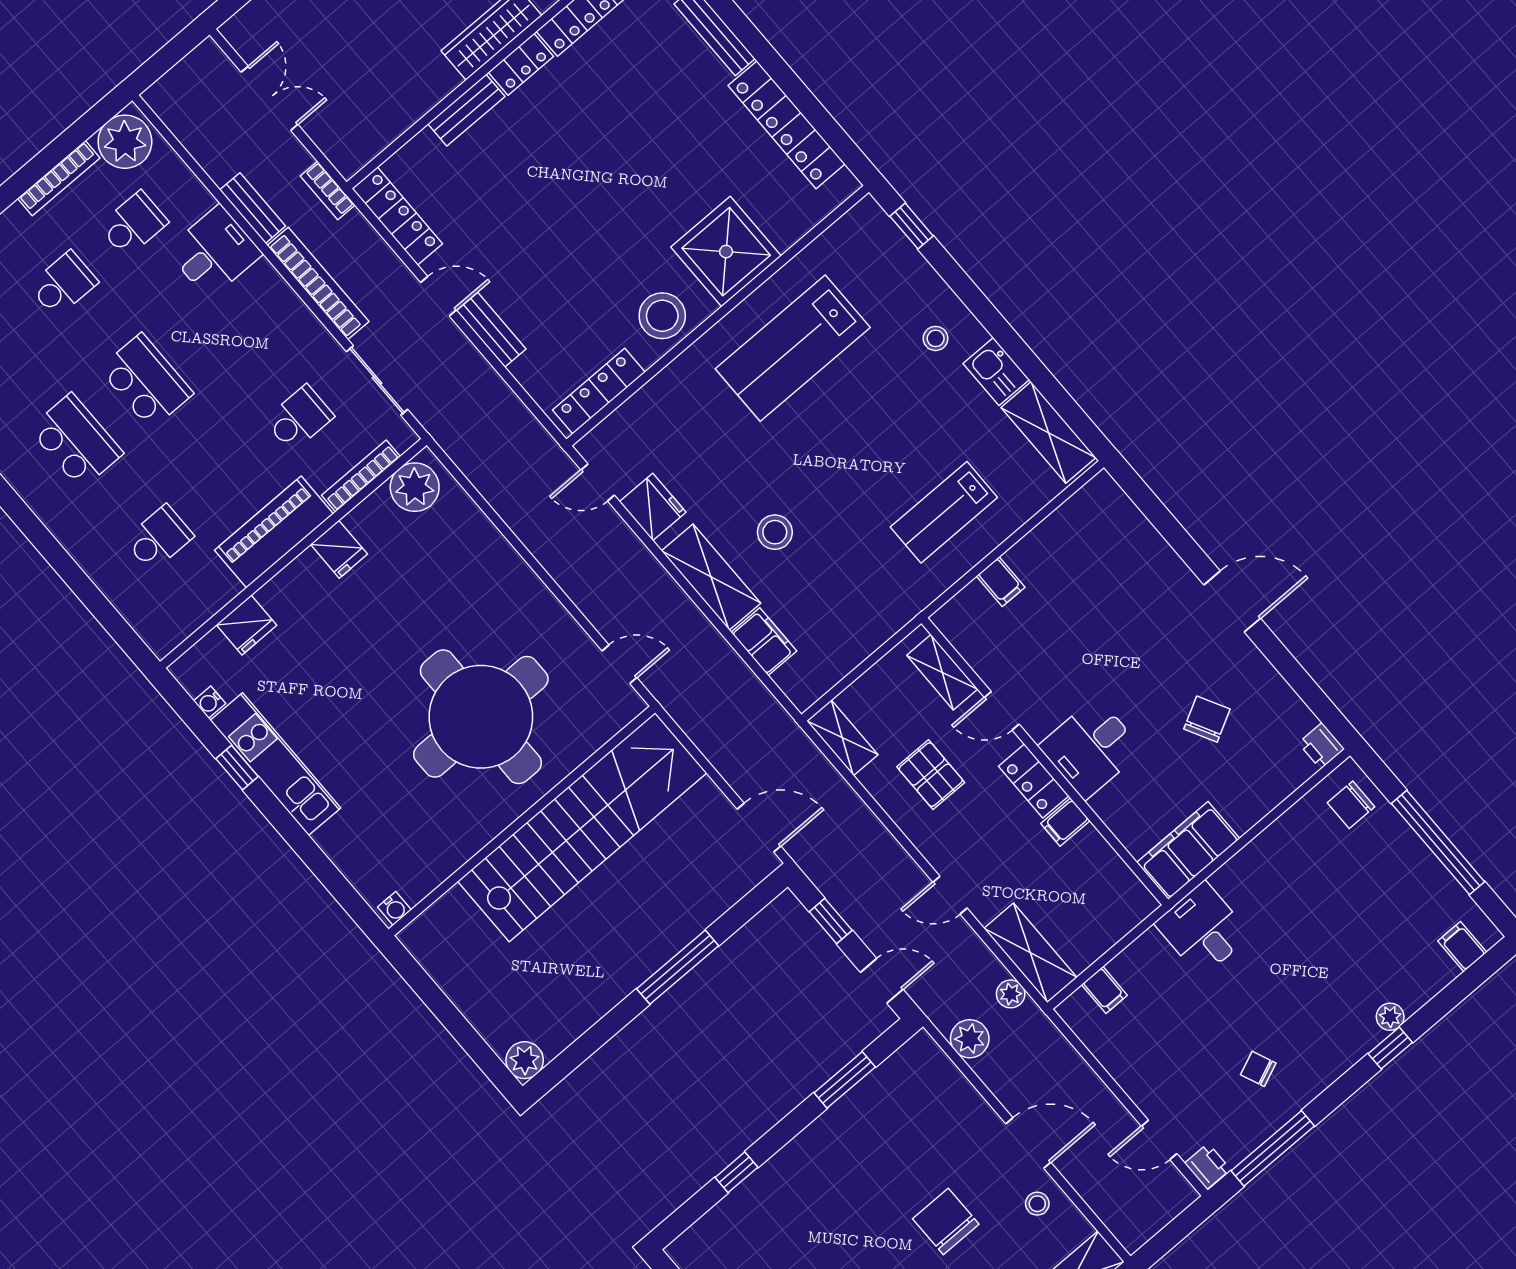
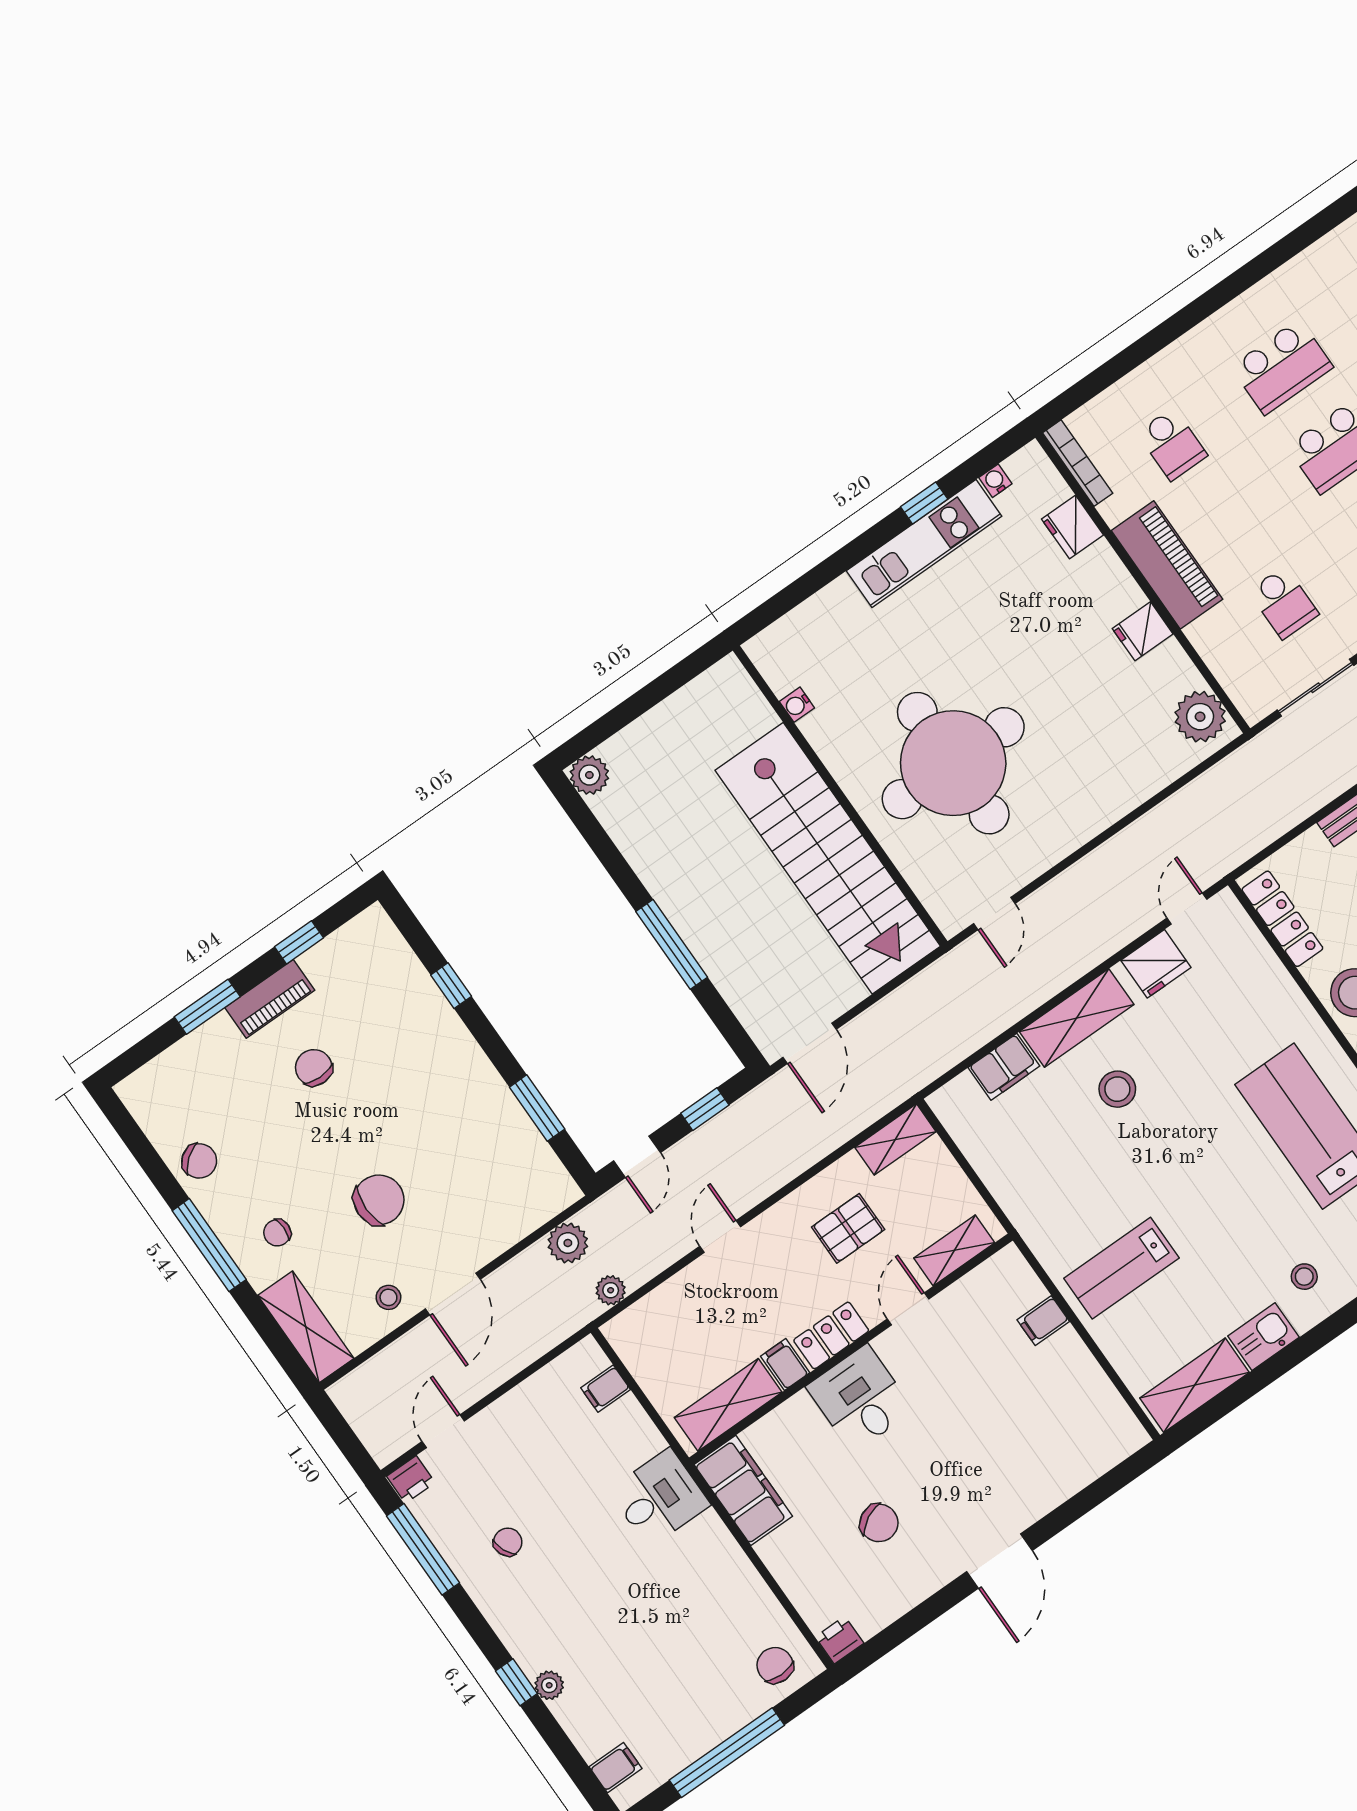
bookcase: (361, 476) -> (1078, 463), moved
lab bench: (944, 512) -> (1121, 1268), turned -90
water cooler: (395, 908) -> (797, 705), moved
shelving: (1030, 953) -> (728, 1405), moved

